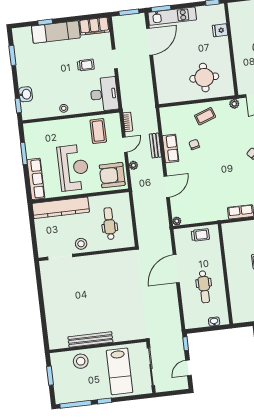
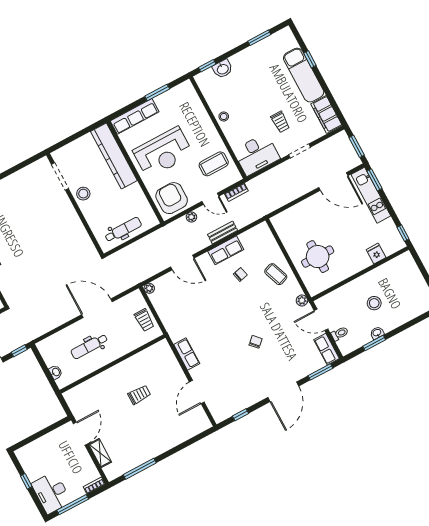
dental chair: (109, 224) -> (123, 230), moved

